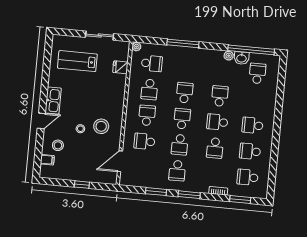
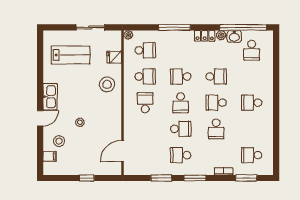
locker: (212, 55) -> (205, 36), added
lab bench: (77, 61) -> (70, 55), turned 180
school desk: (257, 73) -> (252, 50), turned 180
school desk: (149, 89) -> (145, 76), turned -90
school desk: (185, 93) -> (181, 76), turned -90
school desk: (220, 96) -> (216, 76), turned 90
school desk: (182, 119) -> (181, 103), turned 180
stool: (101, 126) -> (107, 84), moved
school desk: (144, 141) -> (145, 129), removed
school desk: (180, 145) -> (181, 129), turned -90
school desk: (250, 151) -> (252, 129), removed
school desk: (177, 171) -> (181, 155), turned 90

